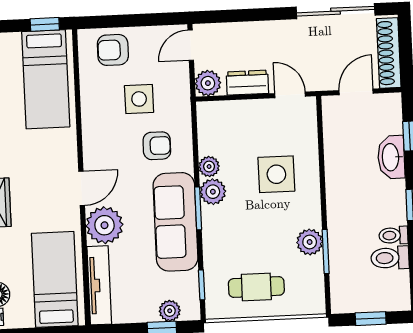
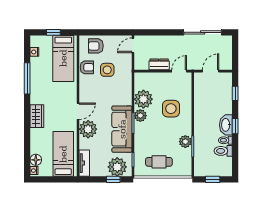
window: (45, 24) -> (53, 32), moved
shoe rack: (389, 53) -> (227, 53), removed
plant: (208, 83) -> (140, 64), removed
door: (290, 95) -> (179, 71), hinge flipped
armchair: (157, 146) -> (87, 67), moved
washbasin: (391, 157) -> (226, 125), moved
plant: (209, 167) -> (143, 99), width x1.87, depth x1.87
tv unit: (99, 285) -> (84, 163), width x0.71
plant: (170, 311) -> (117, 167), width x1.88, depth x1.88

